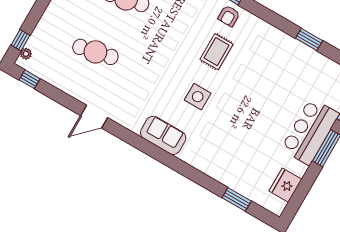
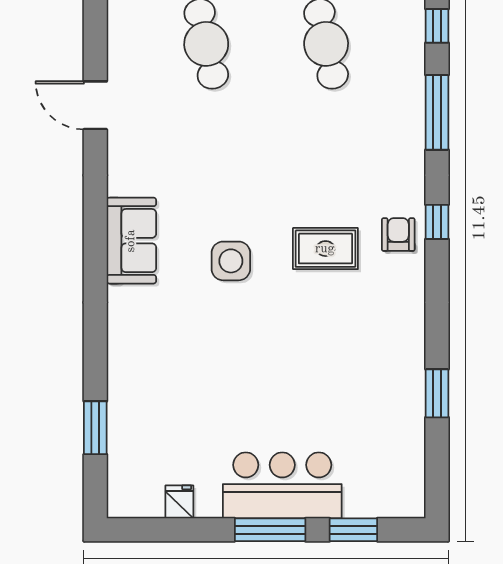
armchair: (229, 16) -> (398, 235), turned 90
fridge: (285, 185) -> (179, 502), width x0.53, depth x0.75

